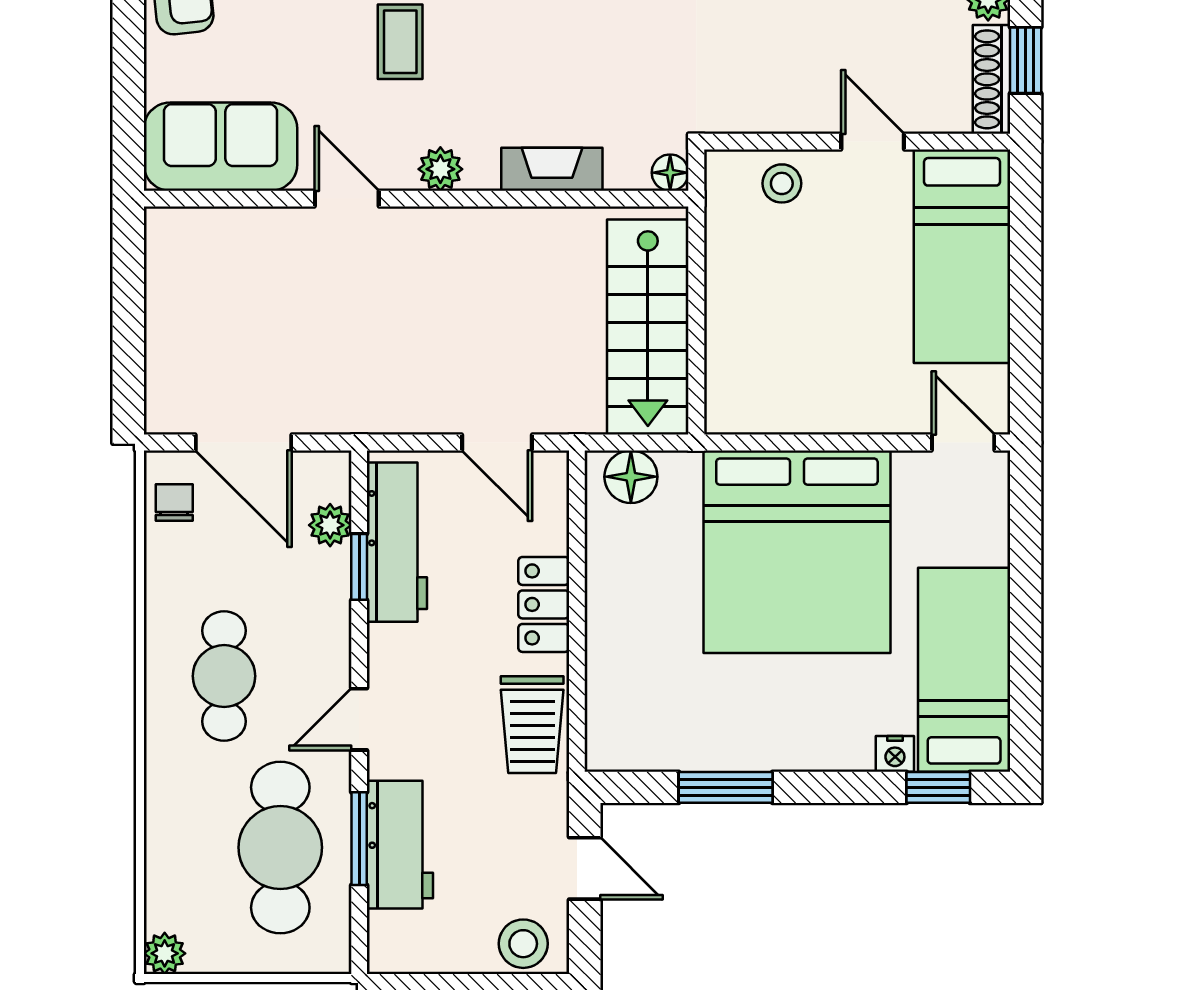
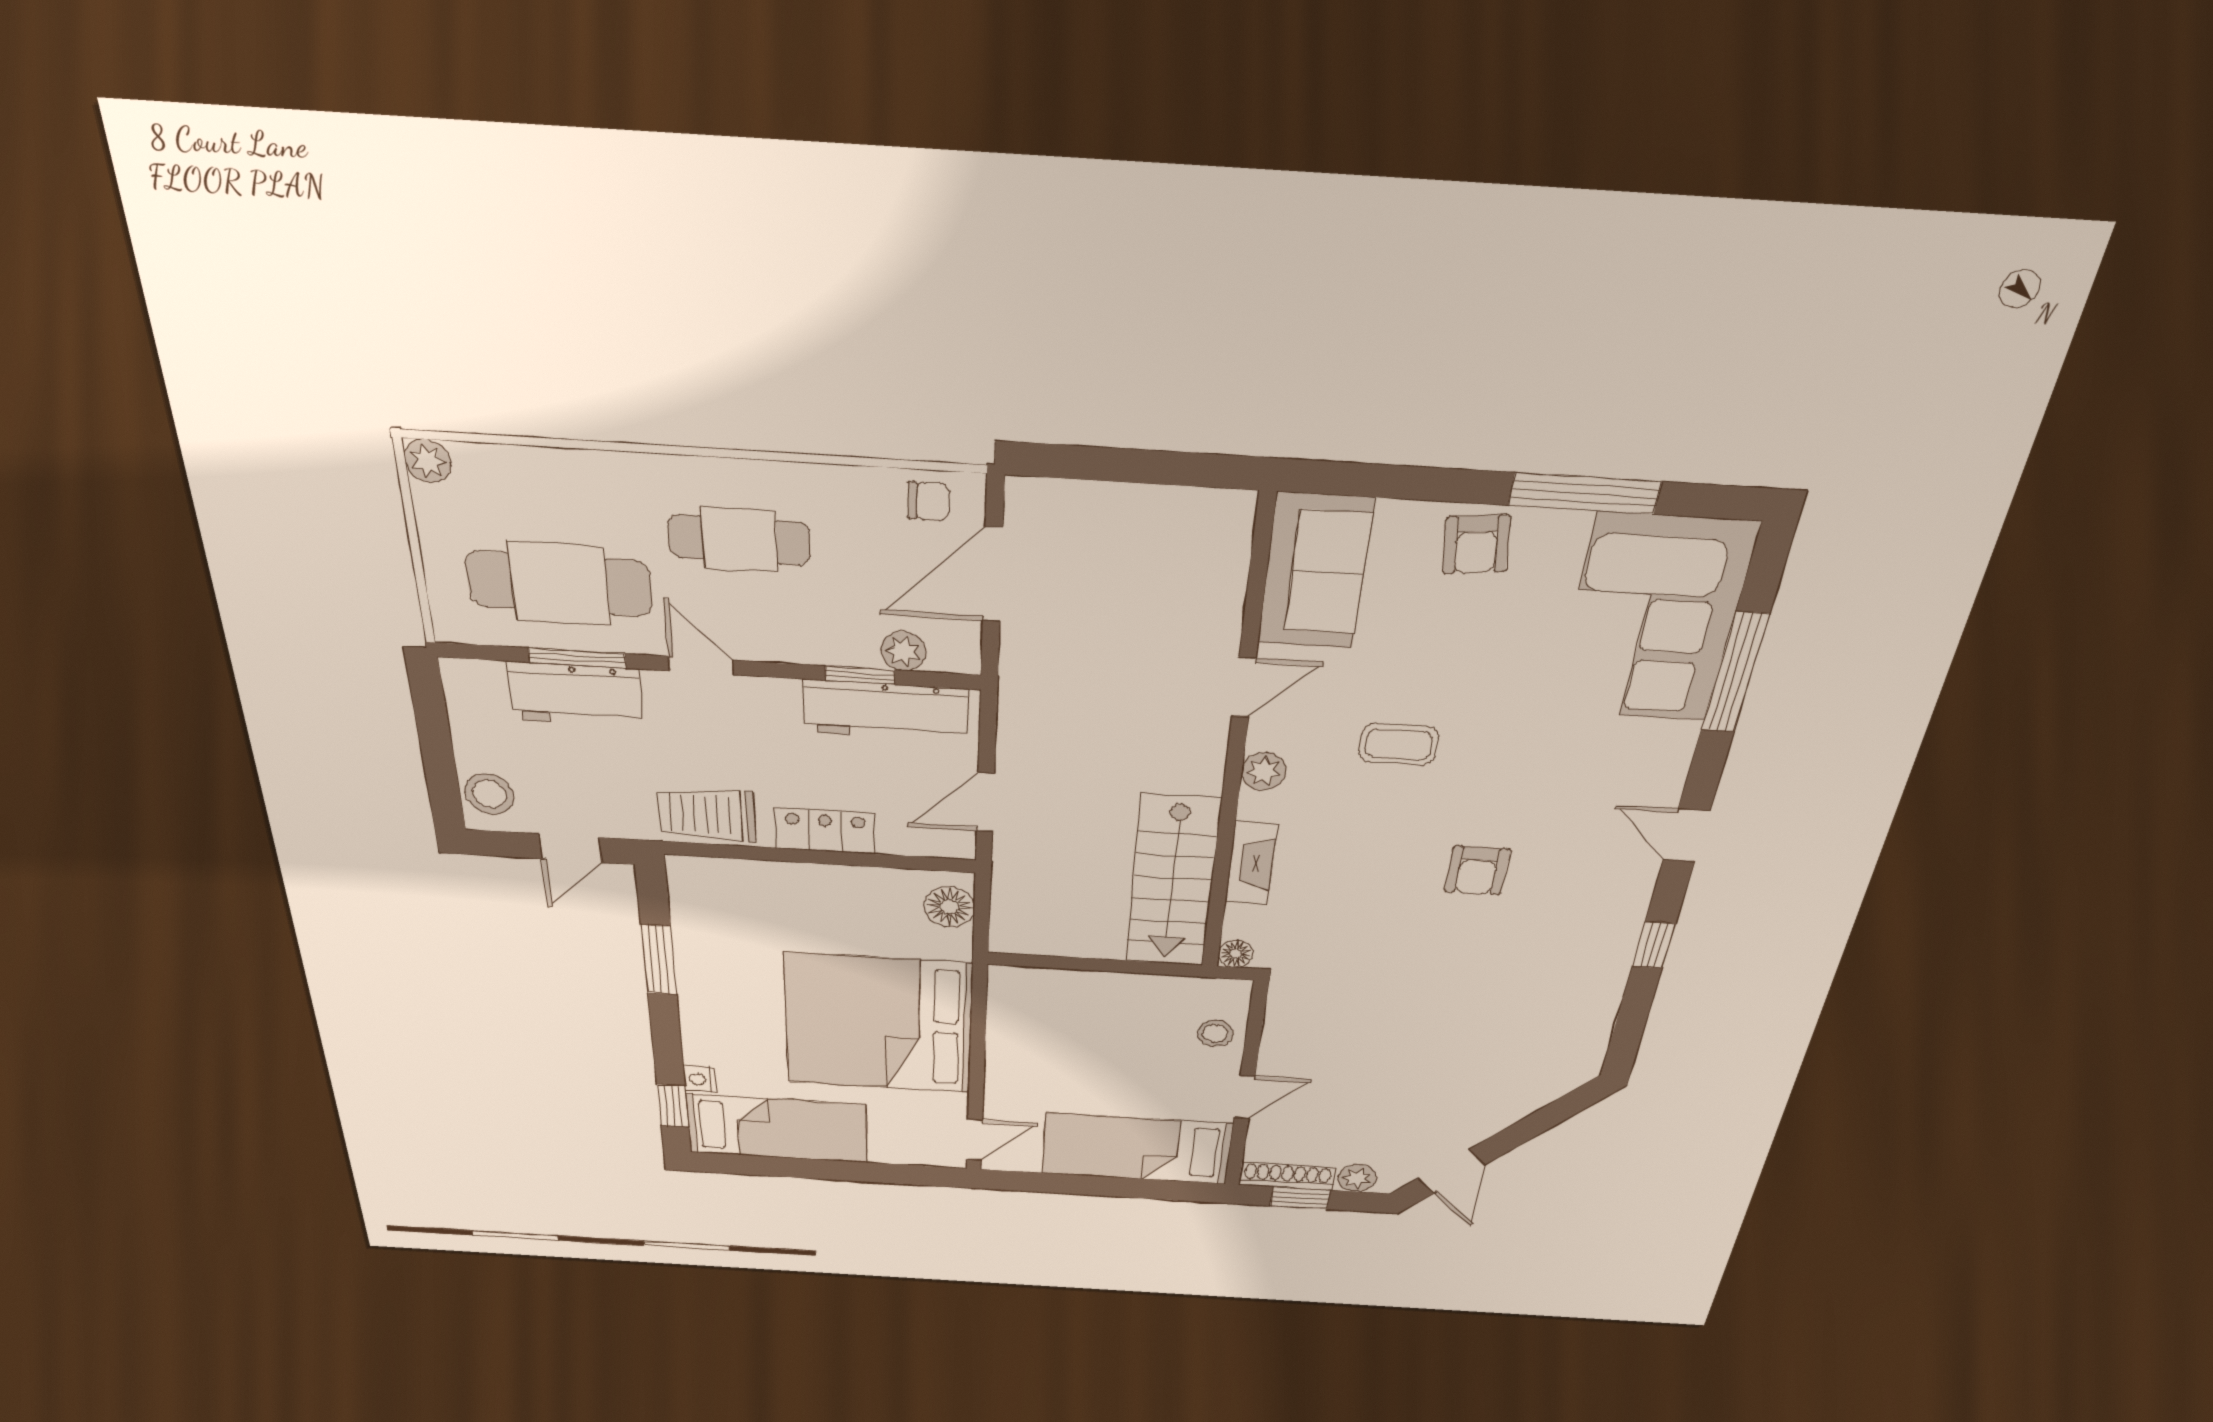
stairs: (648, 327) -> (1173, 881), moved, turned -90

